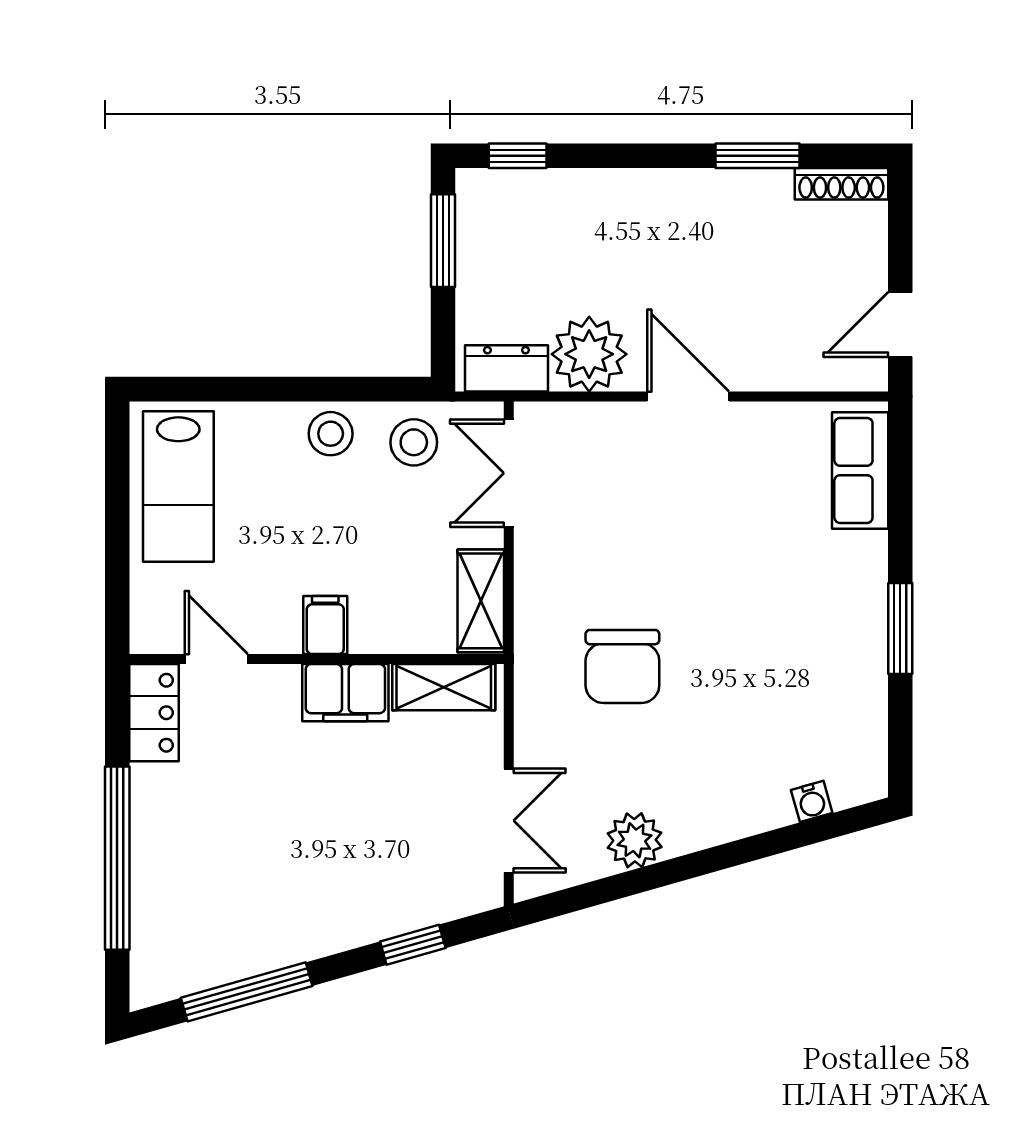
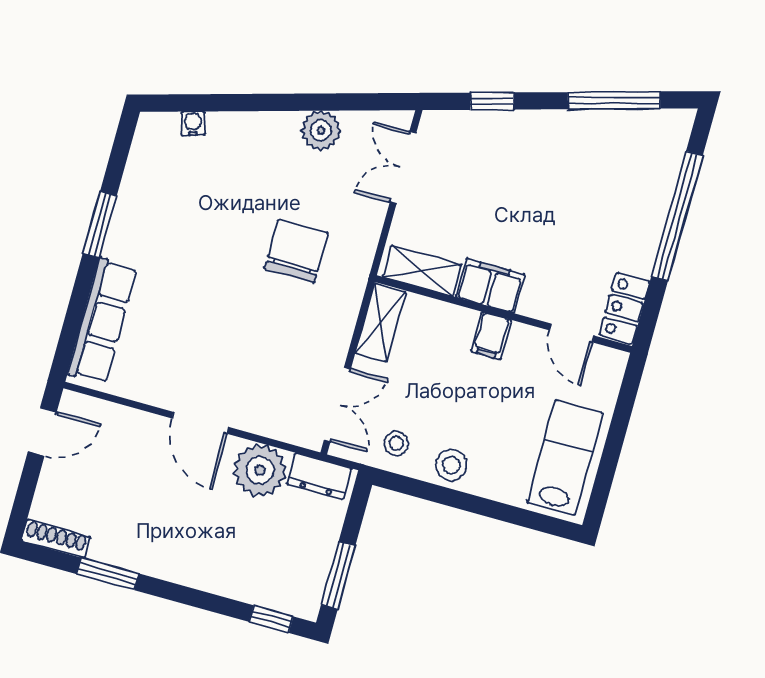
stool: (414, 442) -> (396, 443), width x0.73, depth x0.73
row of seats: (860, 470) -> (102, 321), width x1.48

